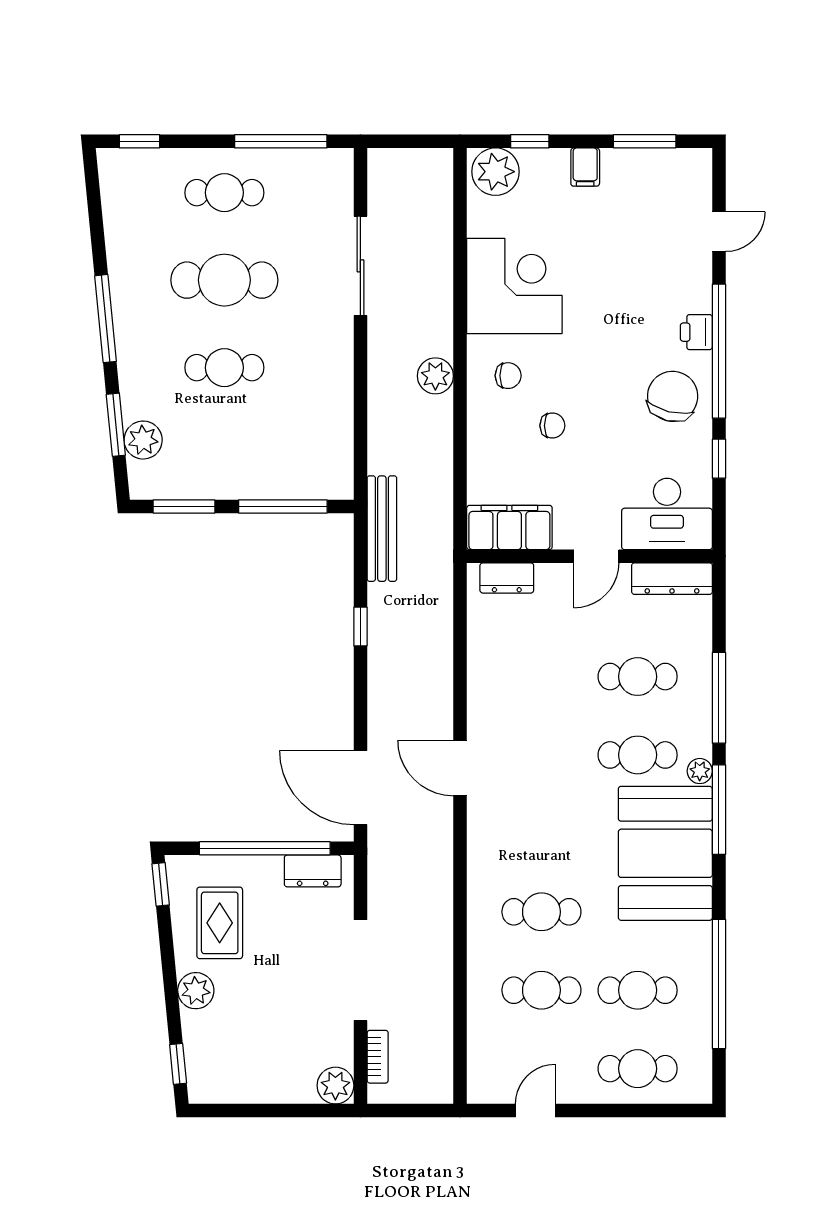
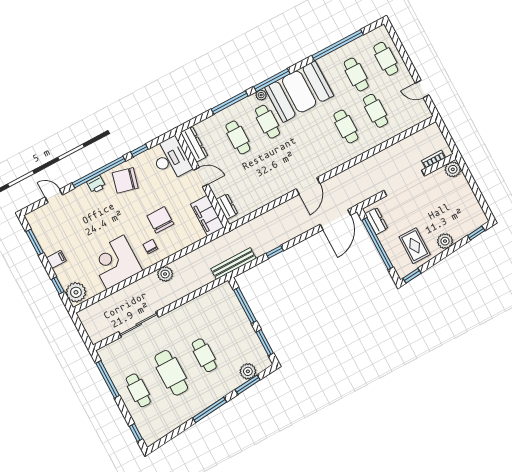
chair: (552, 426) -> (160, 220), width x1.87, depth x1.87
rug: (220, 923) -> (415, 246), turned 90

